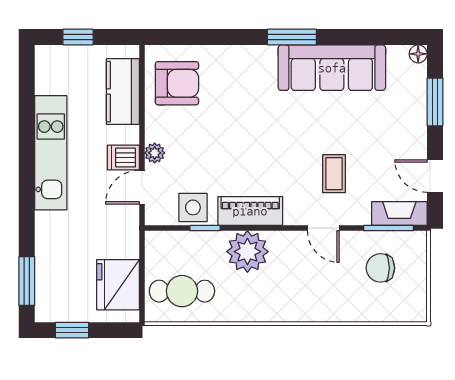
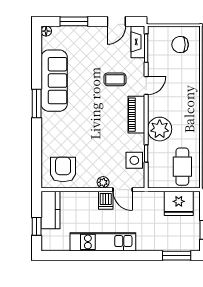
kitchen counter: (123, 92) -> (50, 210), moved, turned -90
piano: (250, 211) -> (136, 115), moved
chair: (380, 268) -> (180, 45), moved, turned 90

